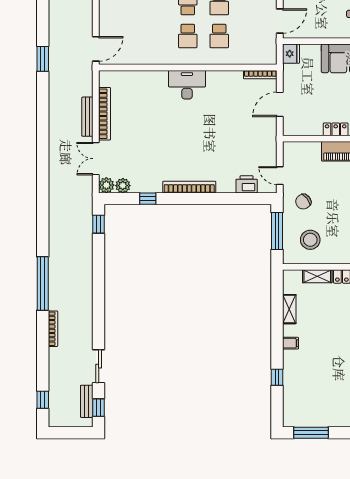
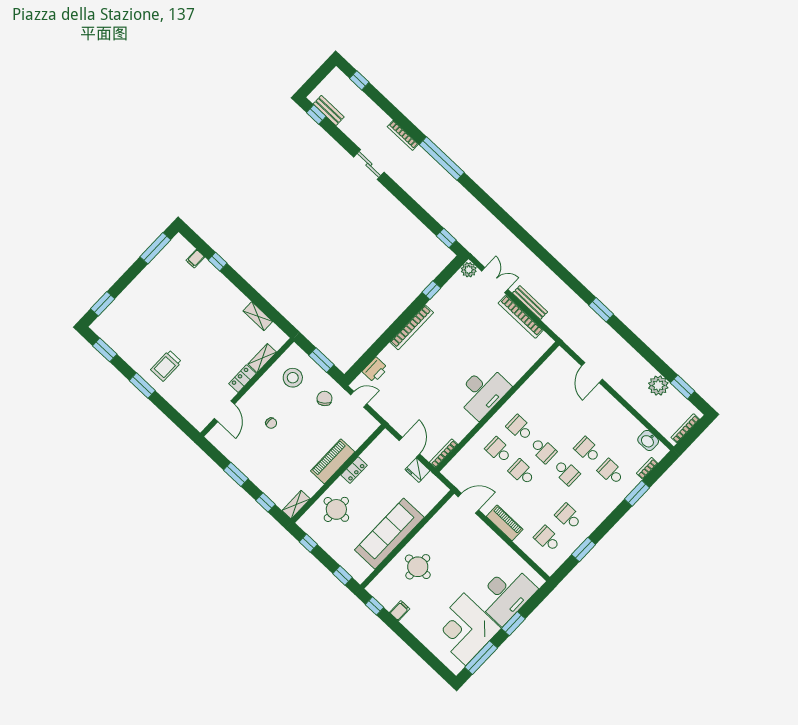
door: (280, 21) -> (468, 503), swing flipped
door: (96, 49) -> (592, 373), moved
fridge: (291, 54) -> (418, 470), moved
desk: (187, 85) -> (483, 392), width x1.36, depth x1.30
plant: (123, 186) -> (457, 281), removed
window: (277, 231) -> (321, 360), width x0.69
filing cabinet: (290, 343) -> (195, 259), moved
sliding door: (99, 366) -> (369, 165), moved

